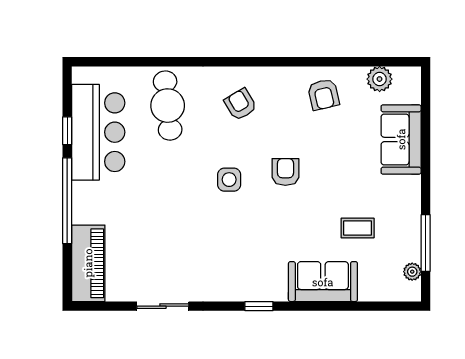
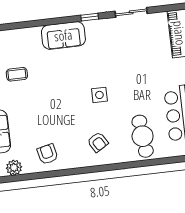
armchair: (285, 172) -> (65, 104), removed
sofa: (323, 282) -> (63, 35), moved
window: (259, 306) -> (90, 17), moved

